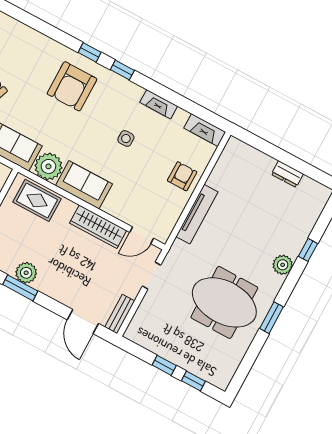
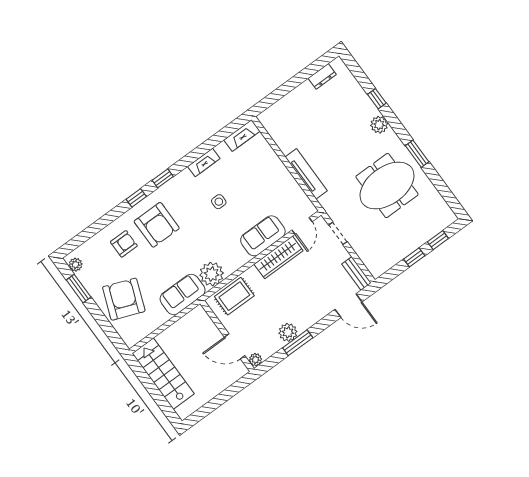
dresser: (287, 174) -> (322, 76), moved
armchair: (182, 176) -> (124, 244), moved, turned 90
sofa: (84, 185) -> (263, 236), moved

